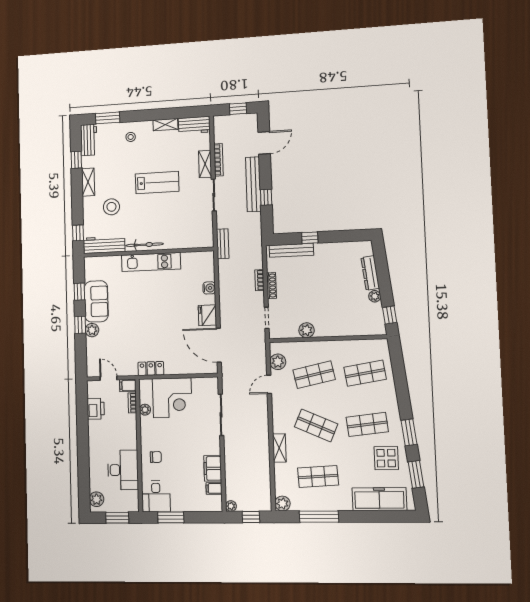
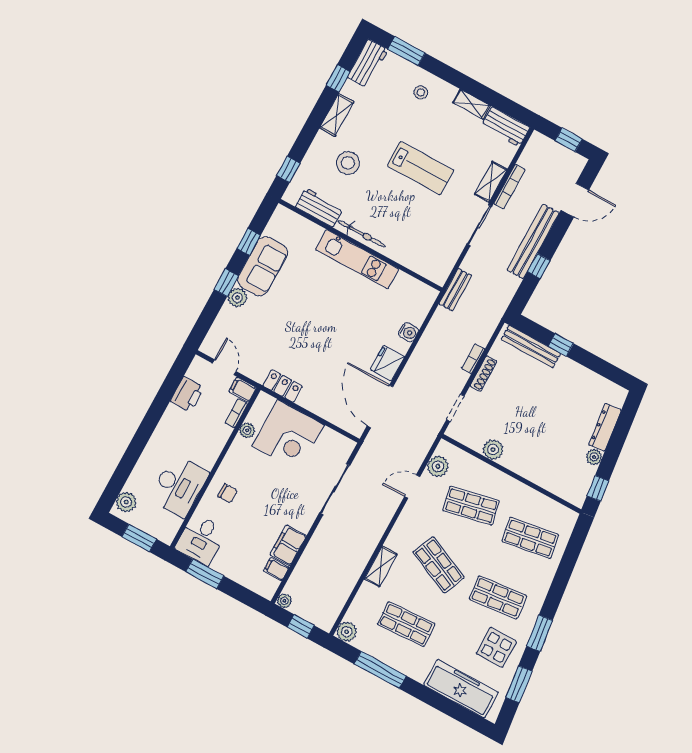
workbench: (104, 245) -> (319, 207), width x0.73

